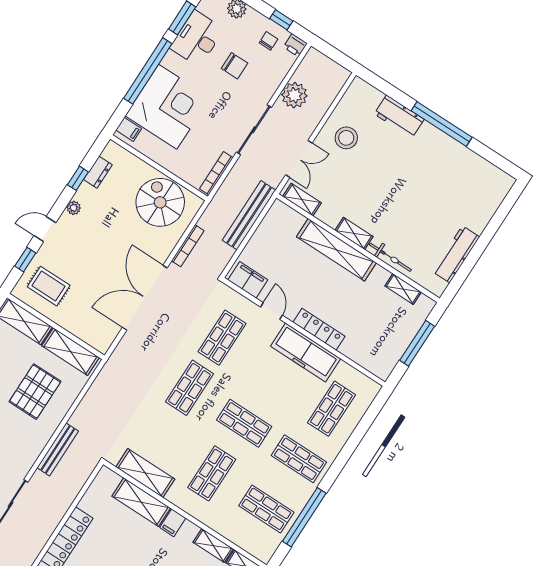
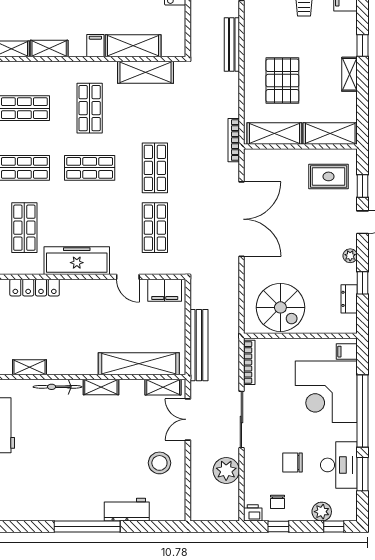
bookcase: (188, 246) -> (234, 140), moved
shelving: (336, 250) -> (139, 364), moved
locker: (319, 329) -> (35, 288), moved

